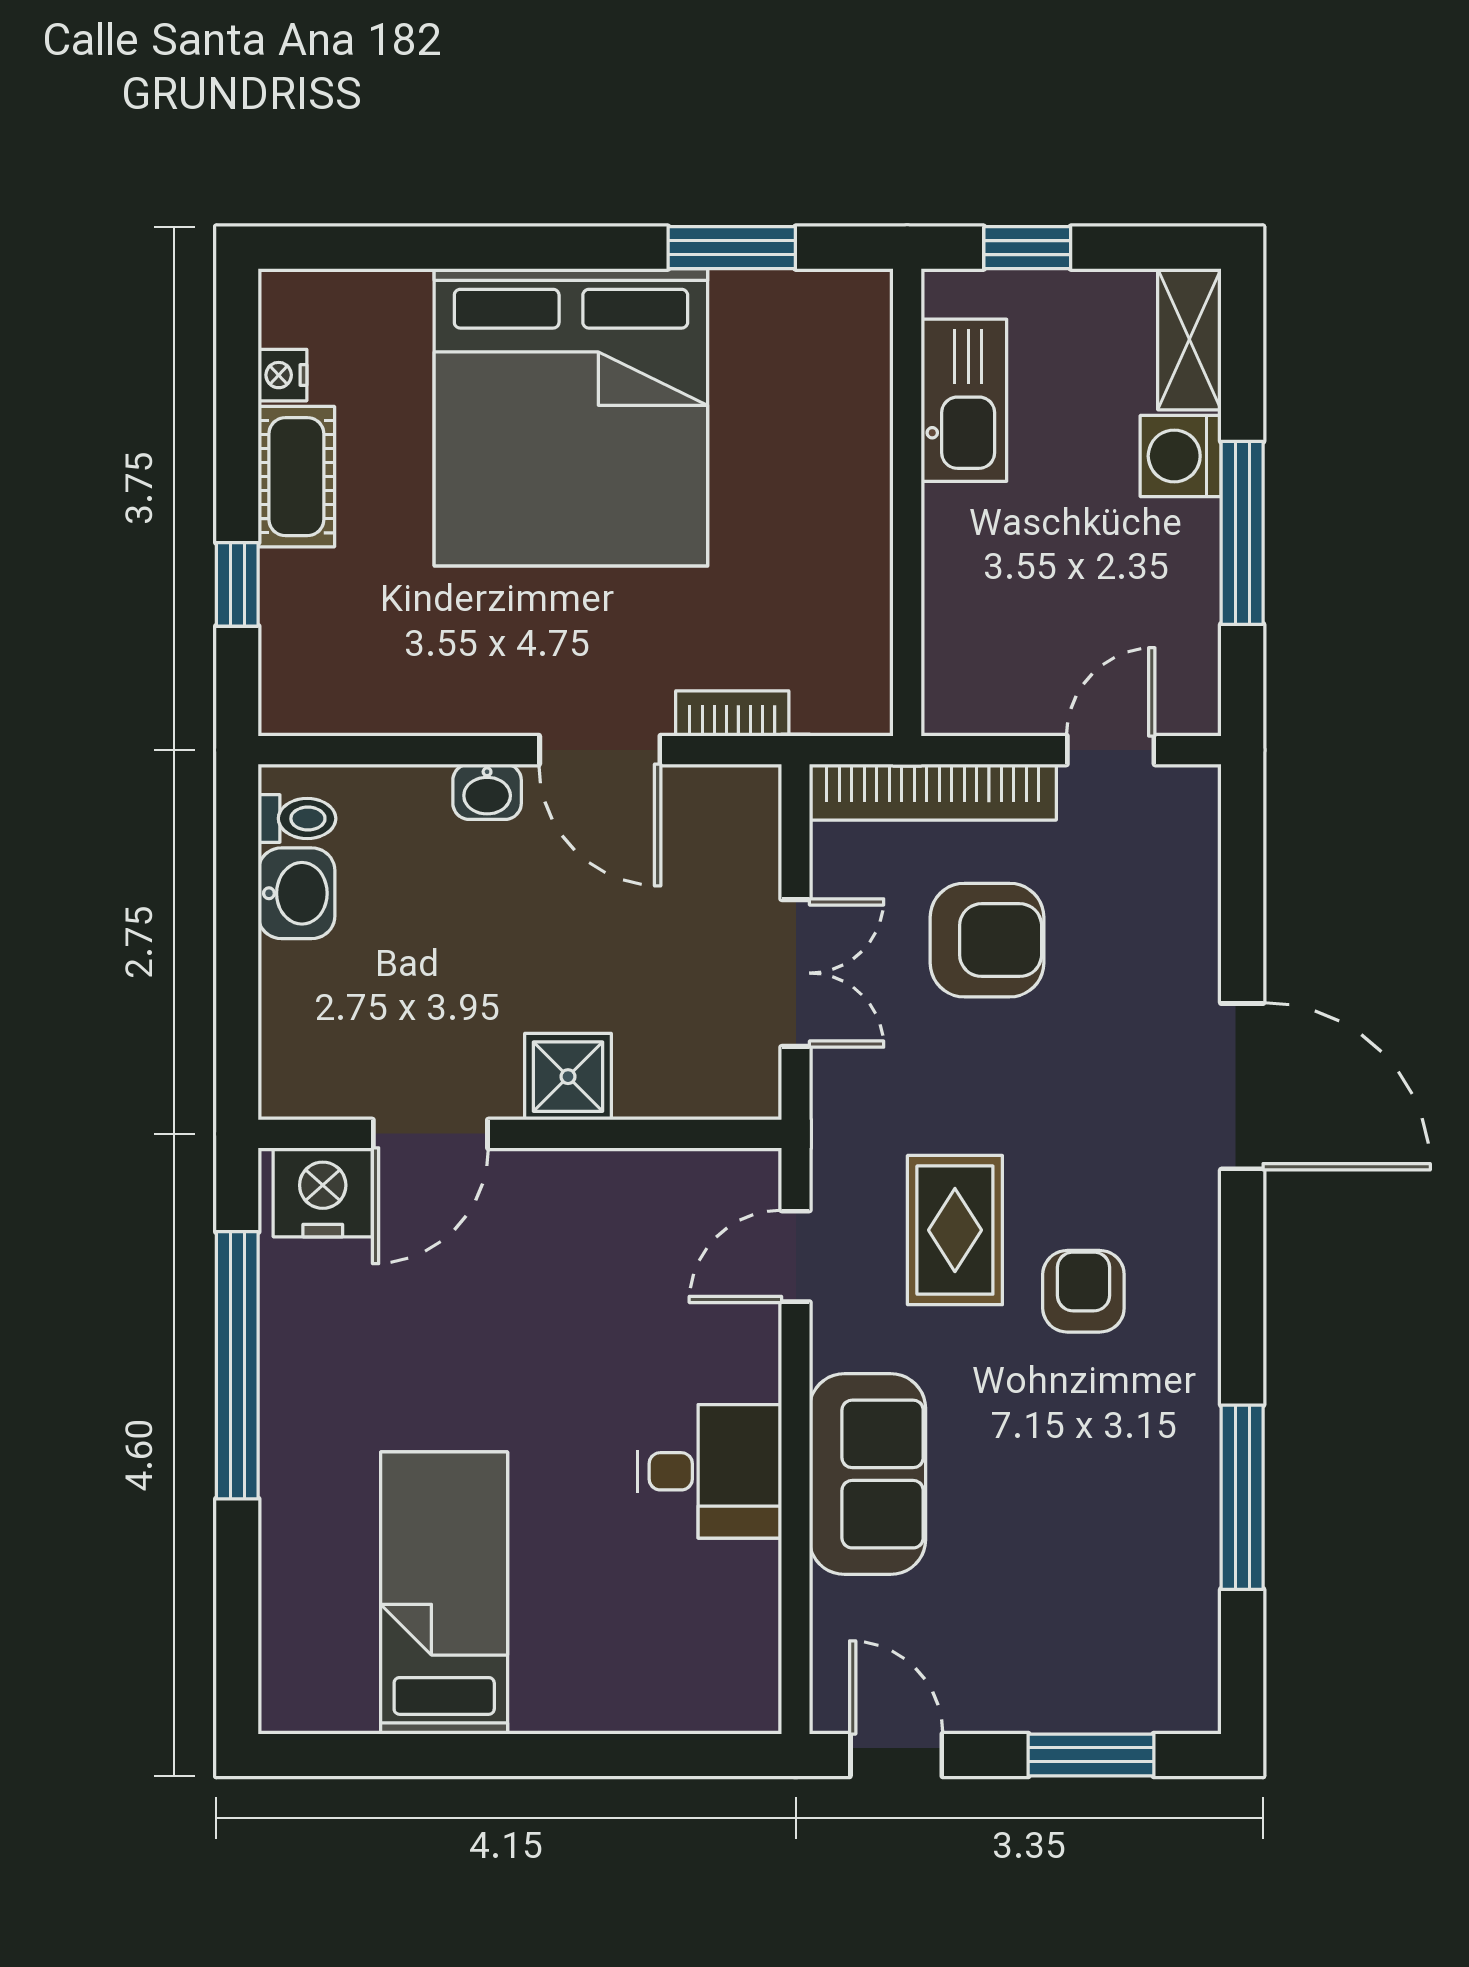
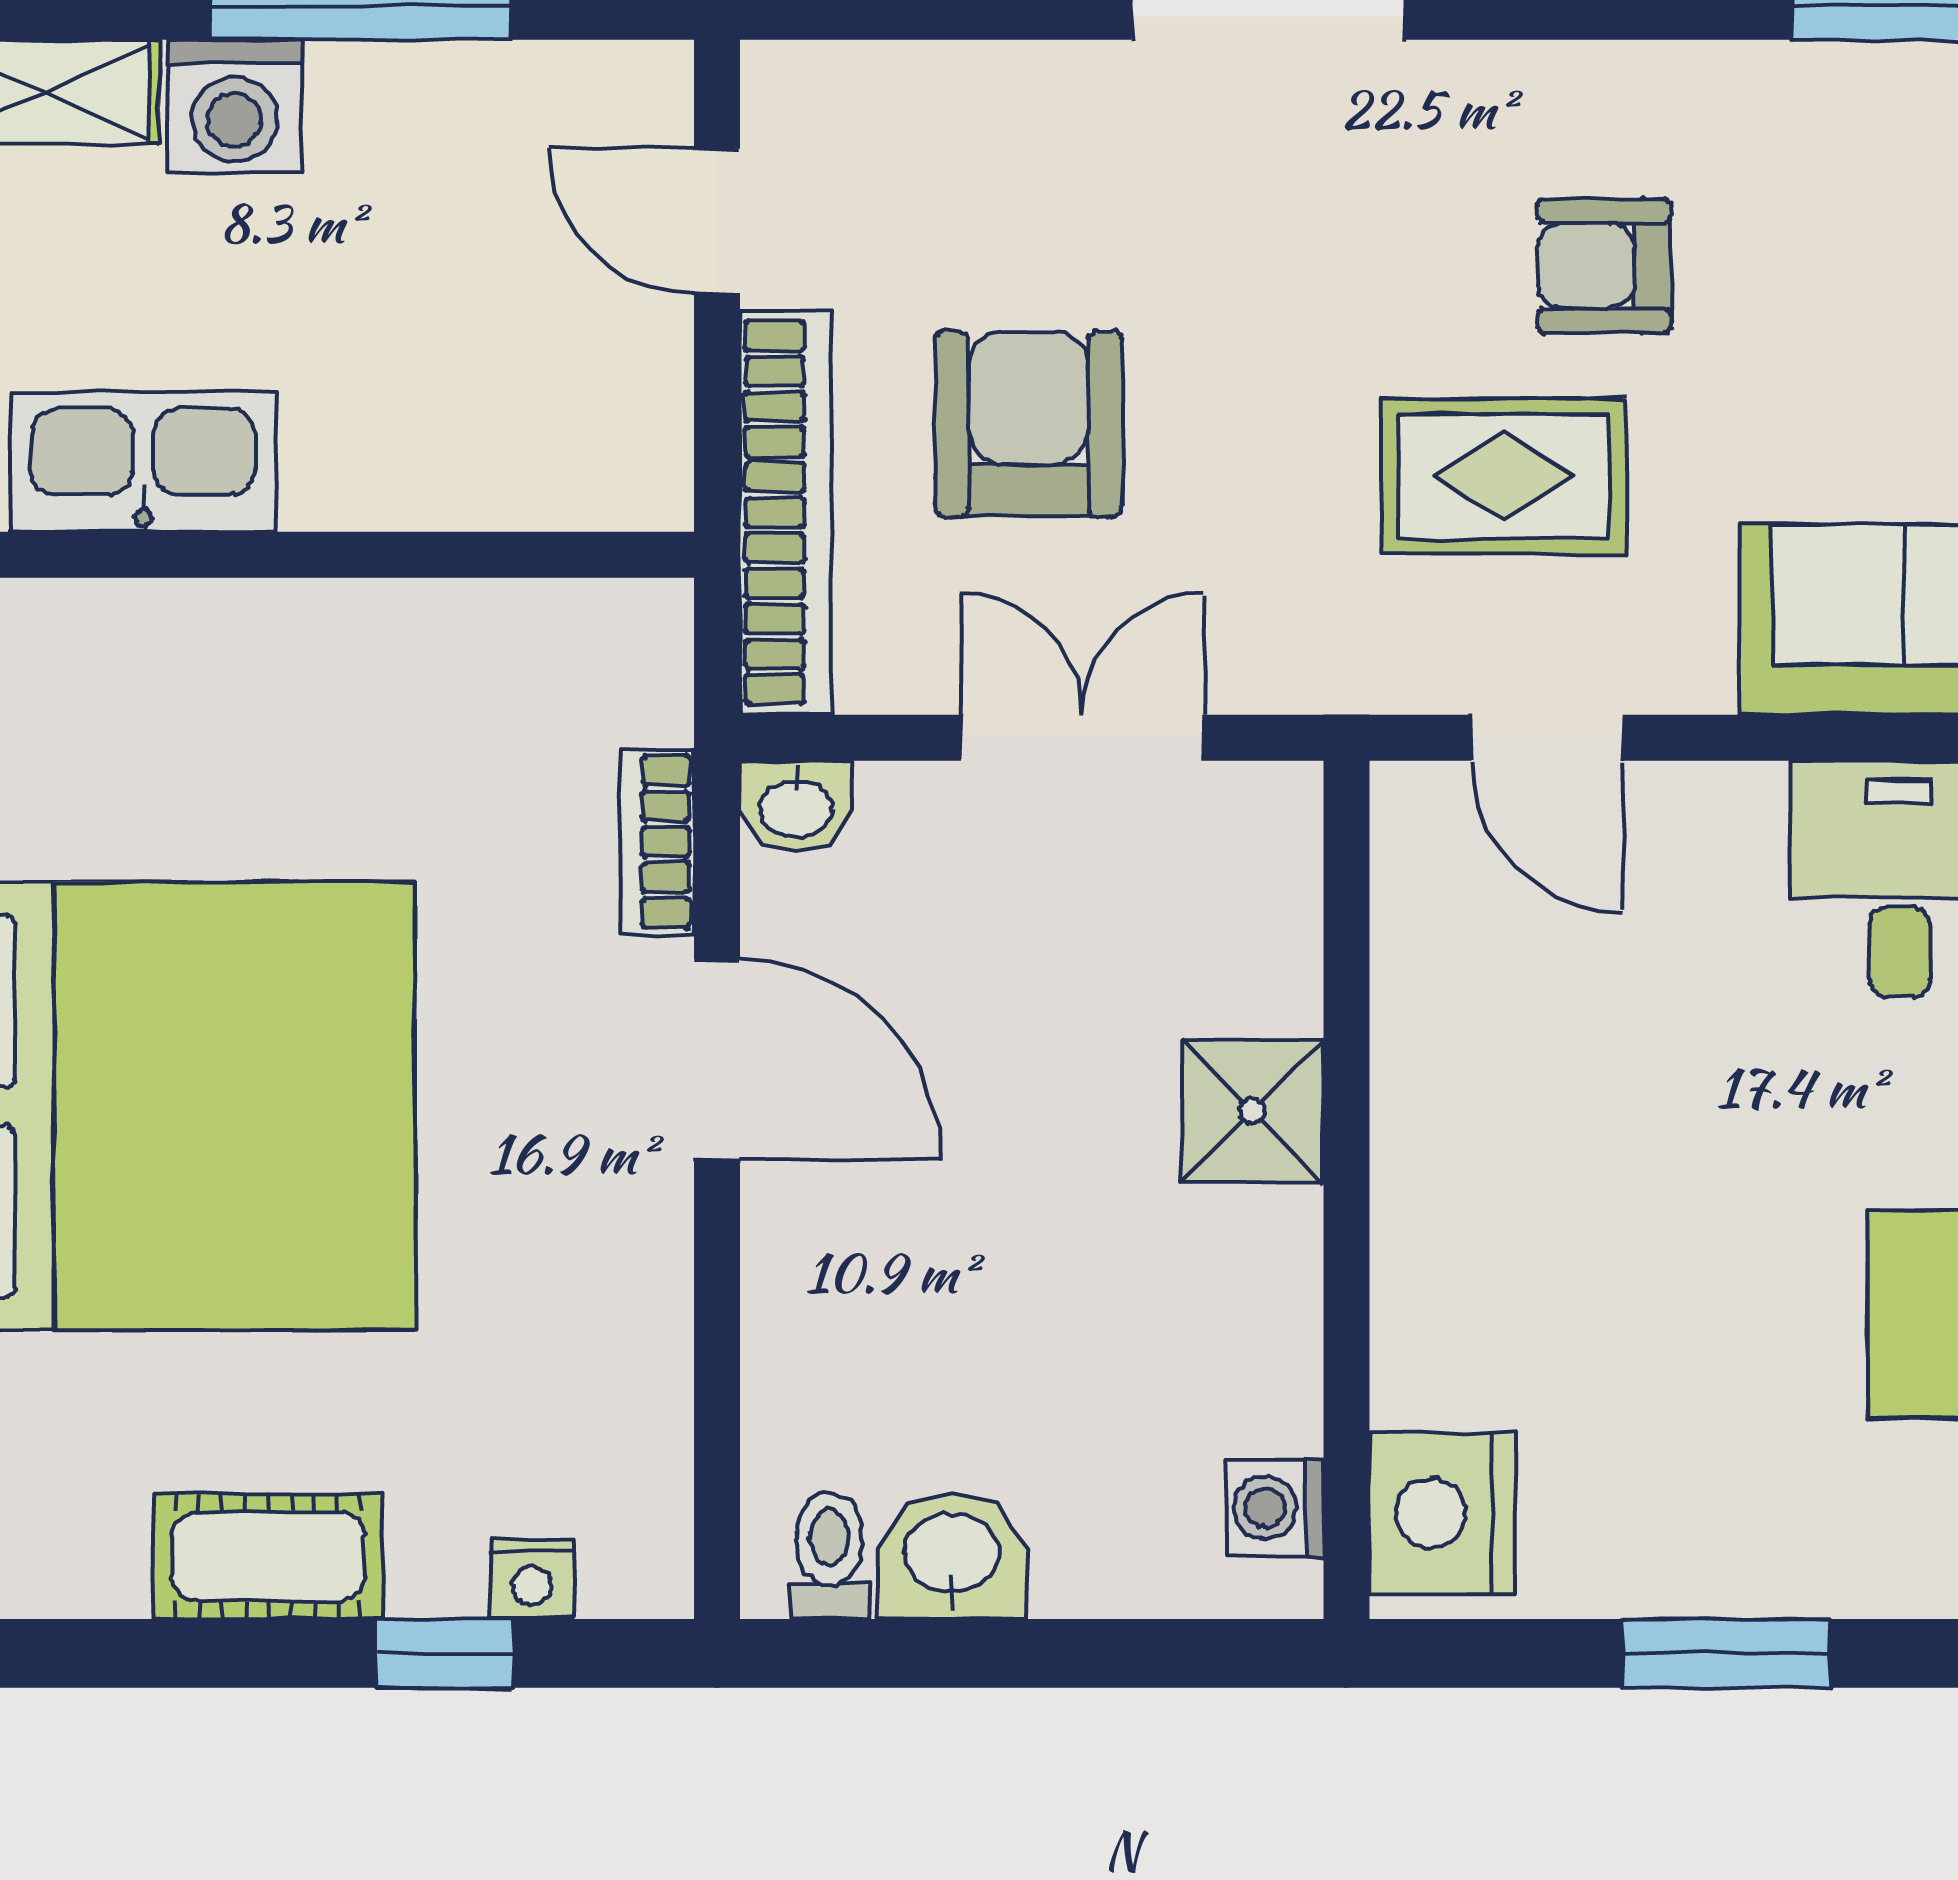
nightstand: (283, 375) -> (532, 1579), moved
door: (600, 750) -> (717, 1059), hinge flipped
washbasin: (487, 792) -> (796, 806), moved, turned 90
washing machine: (326, 1090) -> (1275, 1508), added
door: (430, 1134) -> (1346, 1337), removed
window: (237, 1365) -> (1726, 1653), width x0.47

